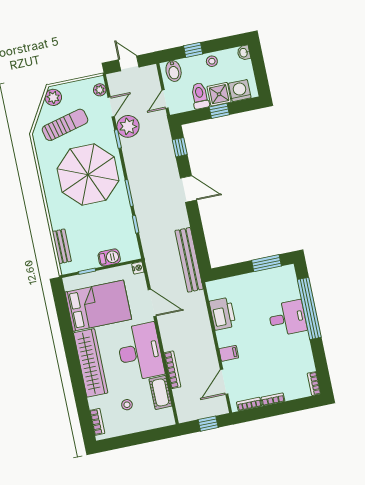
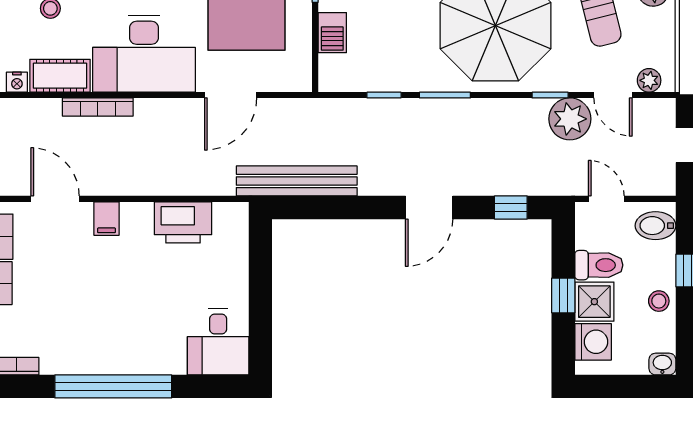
window: (266, 263) -> (260, 324), removed
nightstand: (138, 268) -> (17, 82), moved
window: (309, 308) -> (113, 386), moved
desk: (287, 318) -> (218, 342), moved

